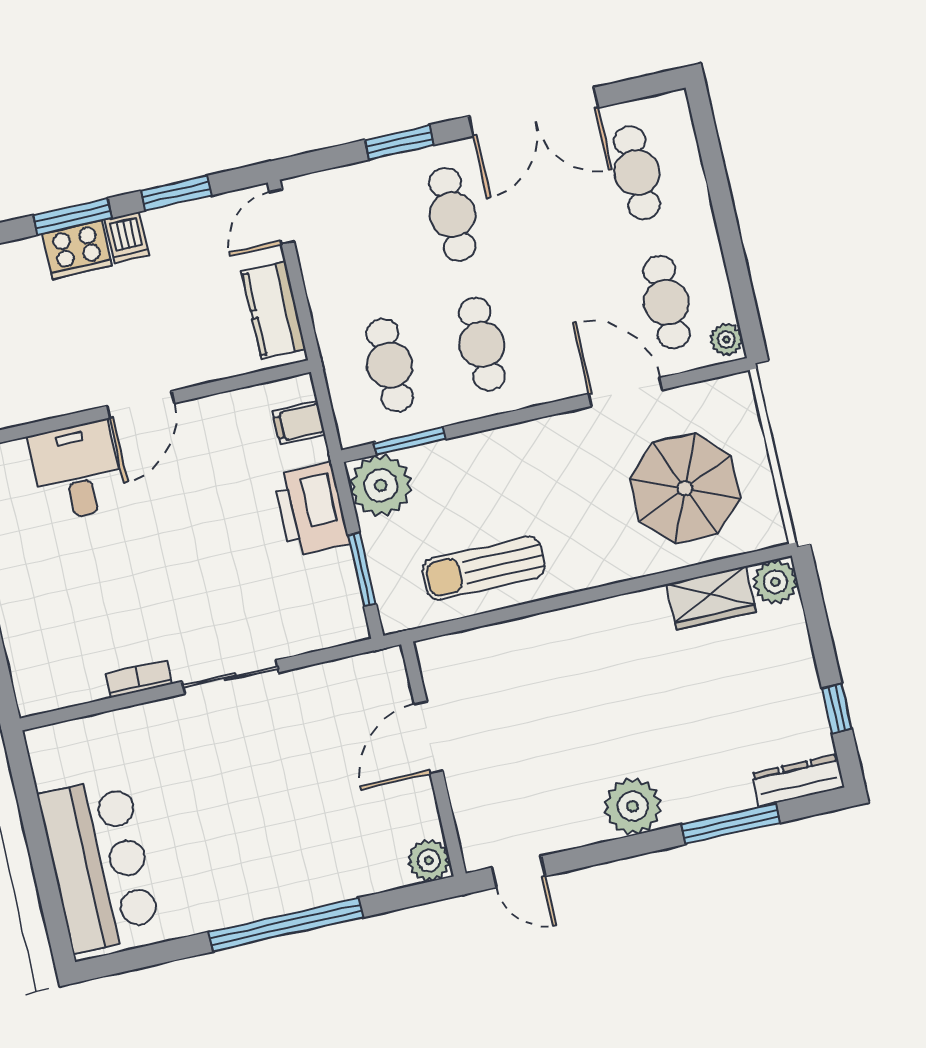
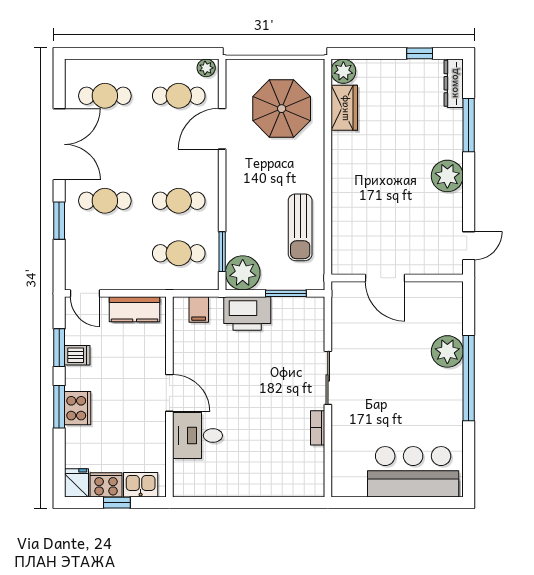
dishwasher: (127, 238) -> (77, 355), moved
plant: (429, 860) -> (447, 351), moved, width x1.36, depth x1.36

